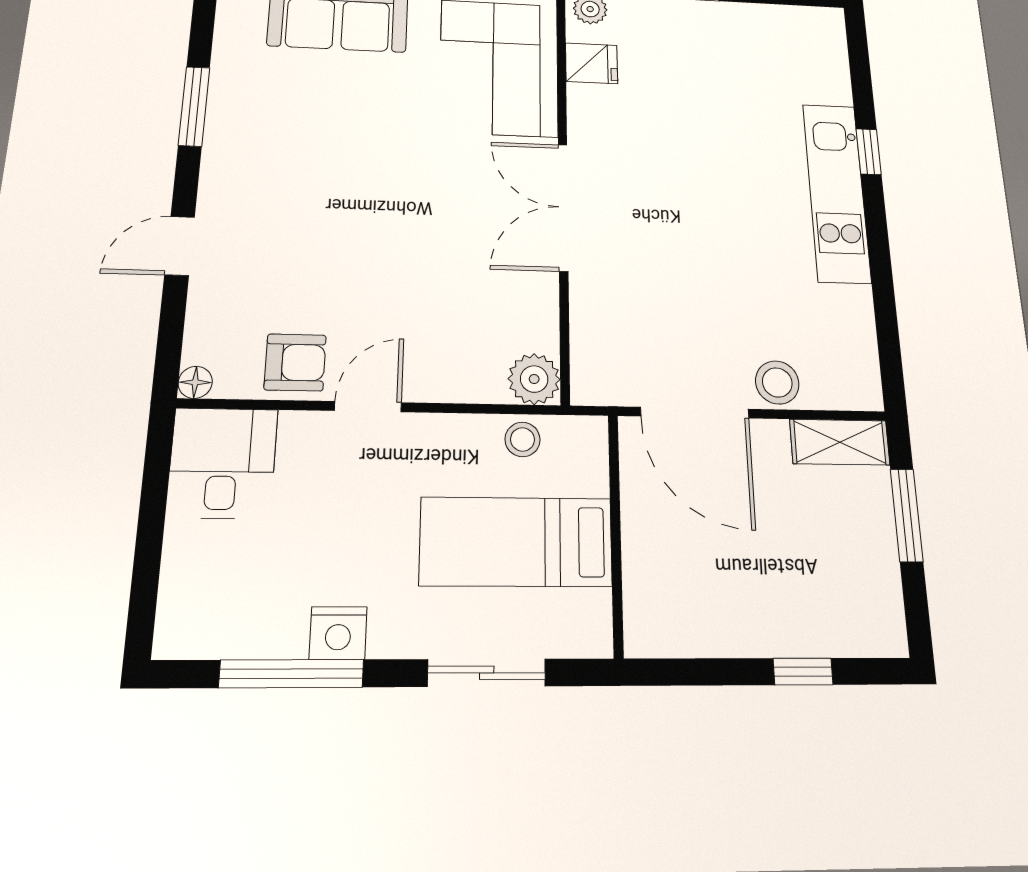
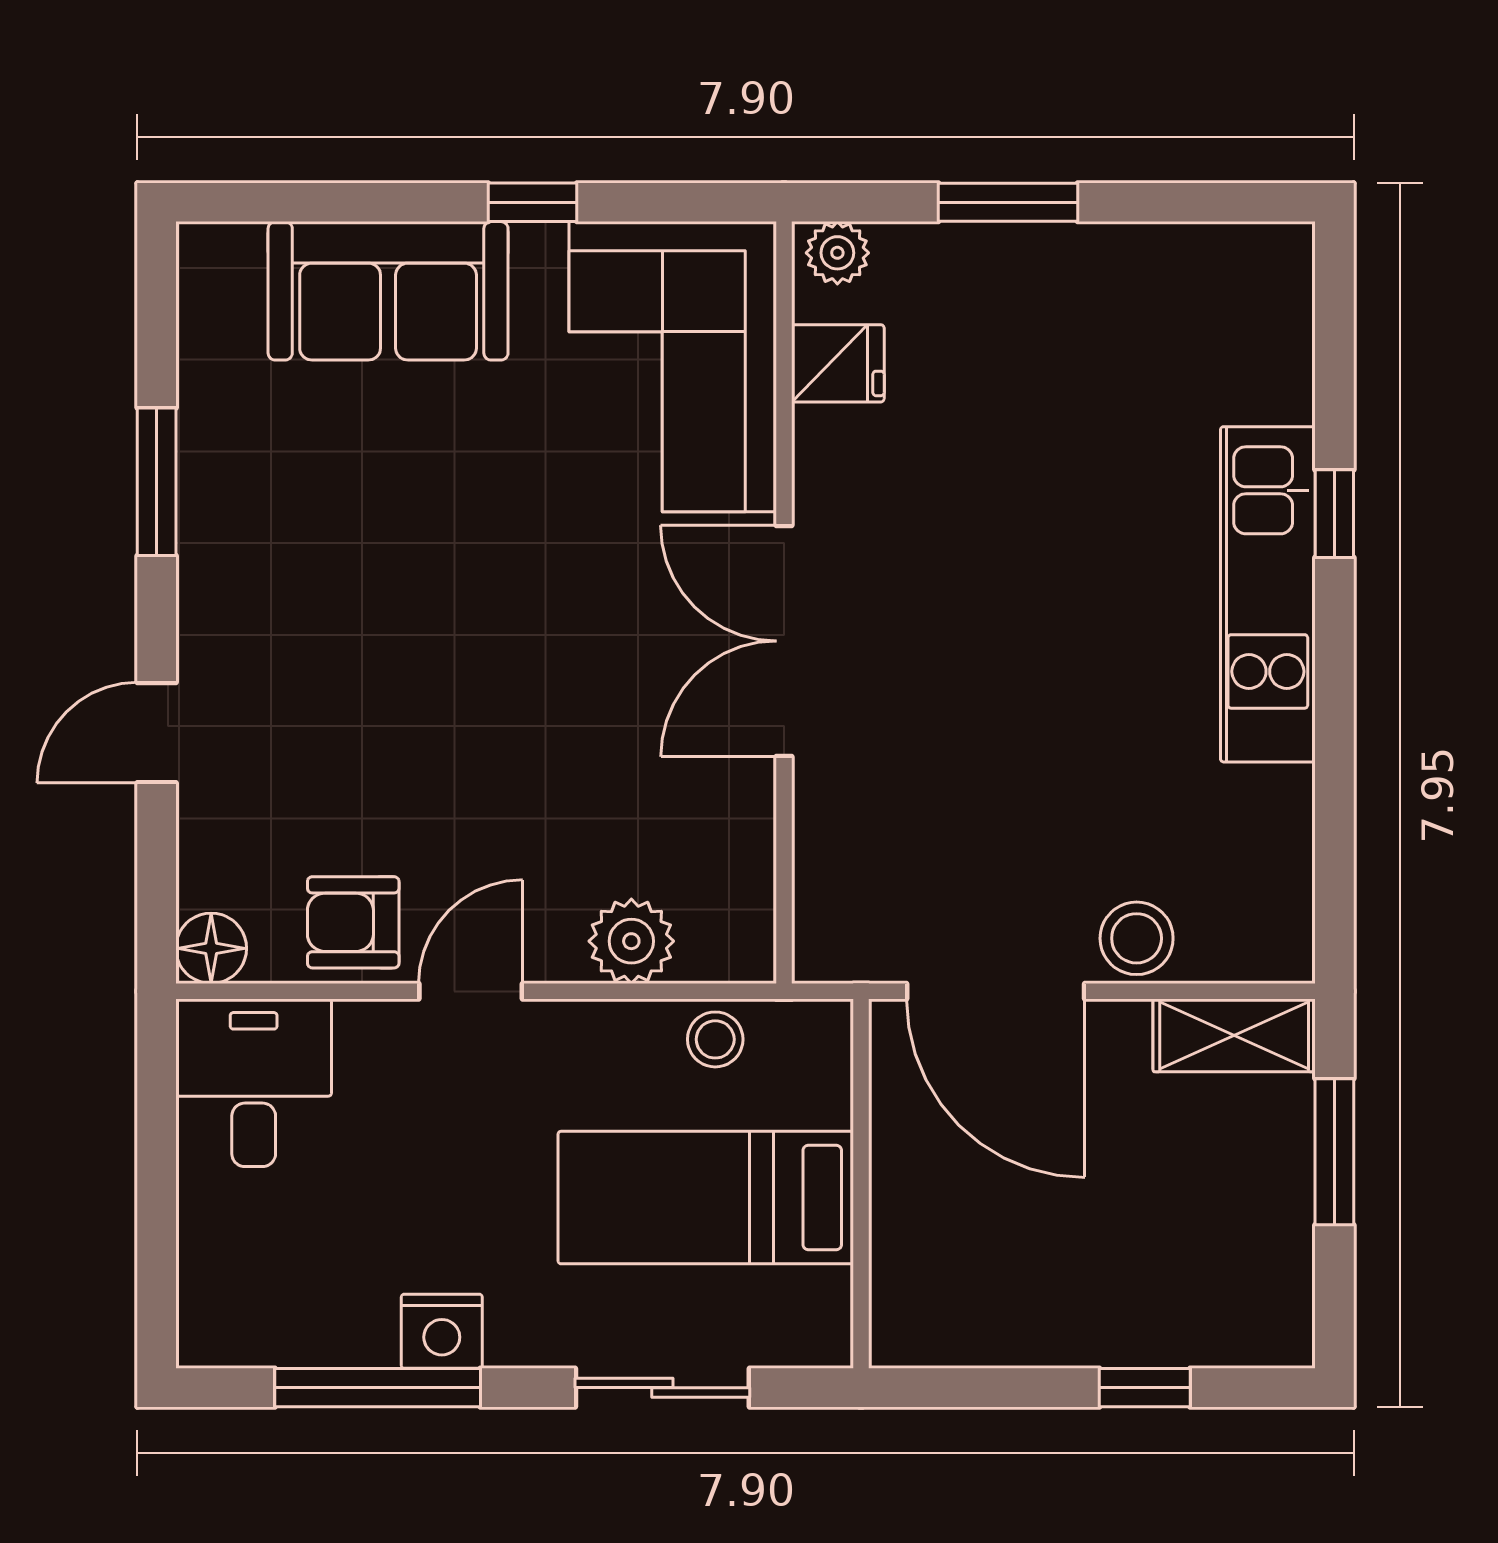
armchair: (295, 362) -> (353, 922), turned 180
plant: (534, 379) -> (631, 941), moved
floor lamp: (195, 382) -> (211, 948), width x1.37, depth x1.37

